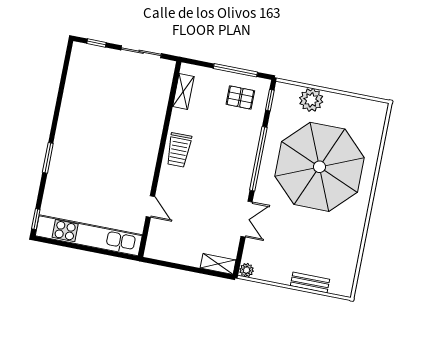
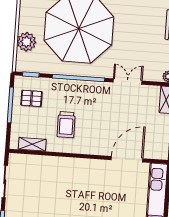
pallet: (240, 97) -> (31, 98), turned 90
trolley: (179, 150) -> (66, 125), moved, turned 90
door: (150, 207) -> (127, 159), width x1.88

